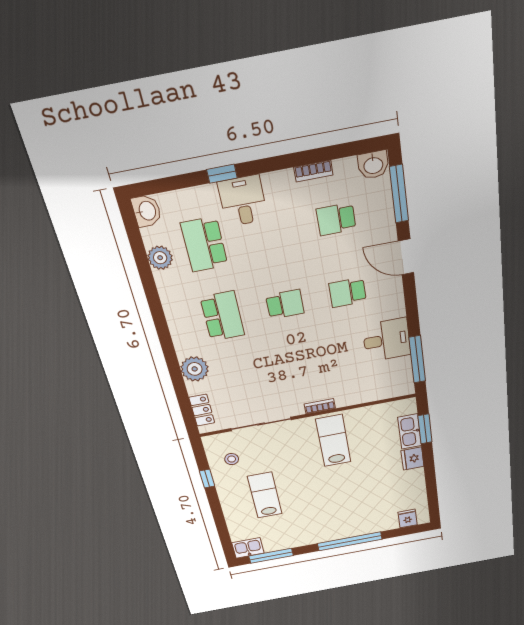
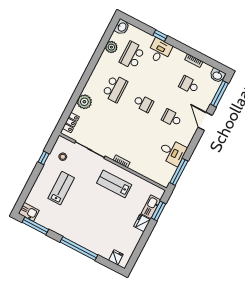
lab bench: (333, 441) -> (114, 184), turned -90

